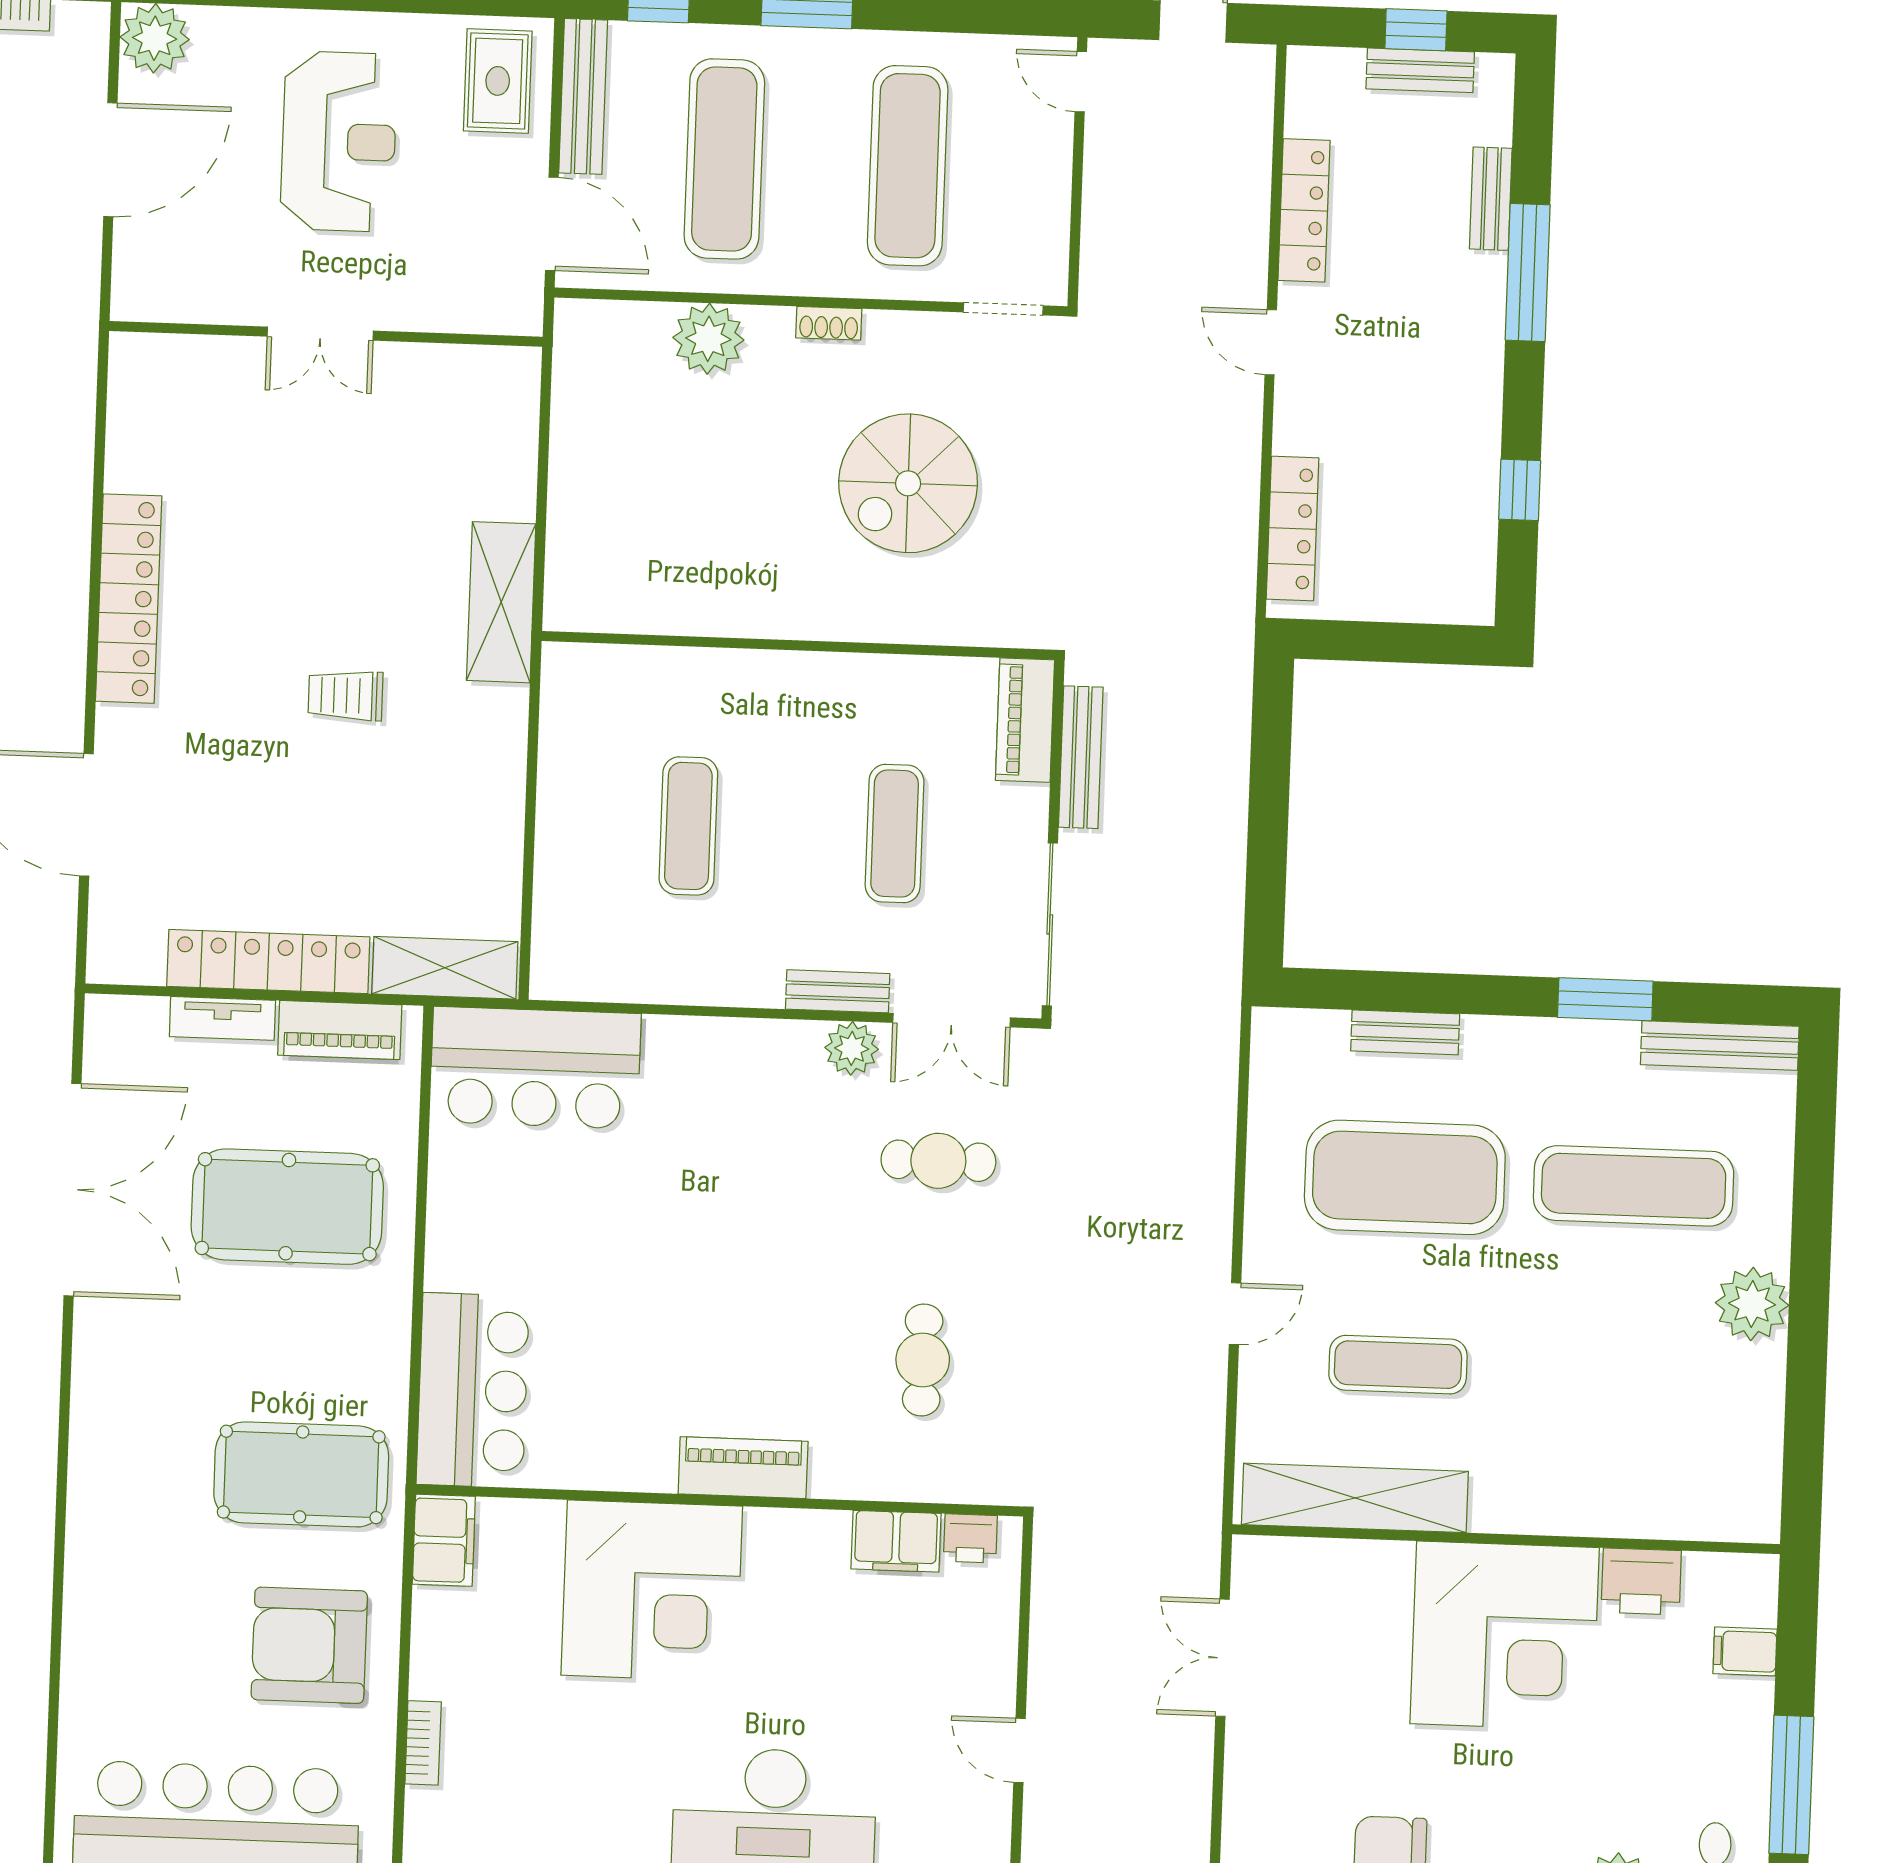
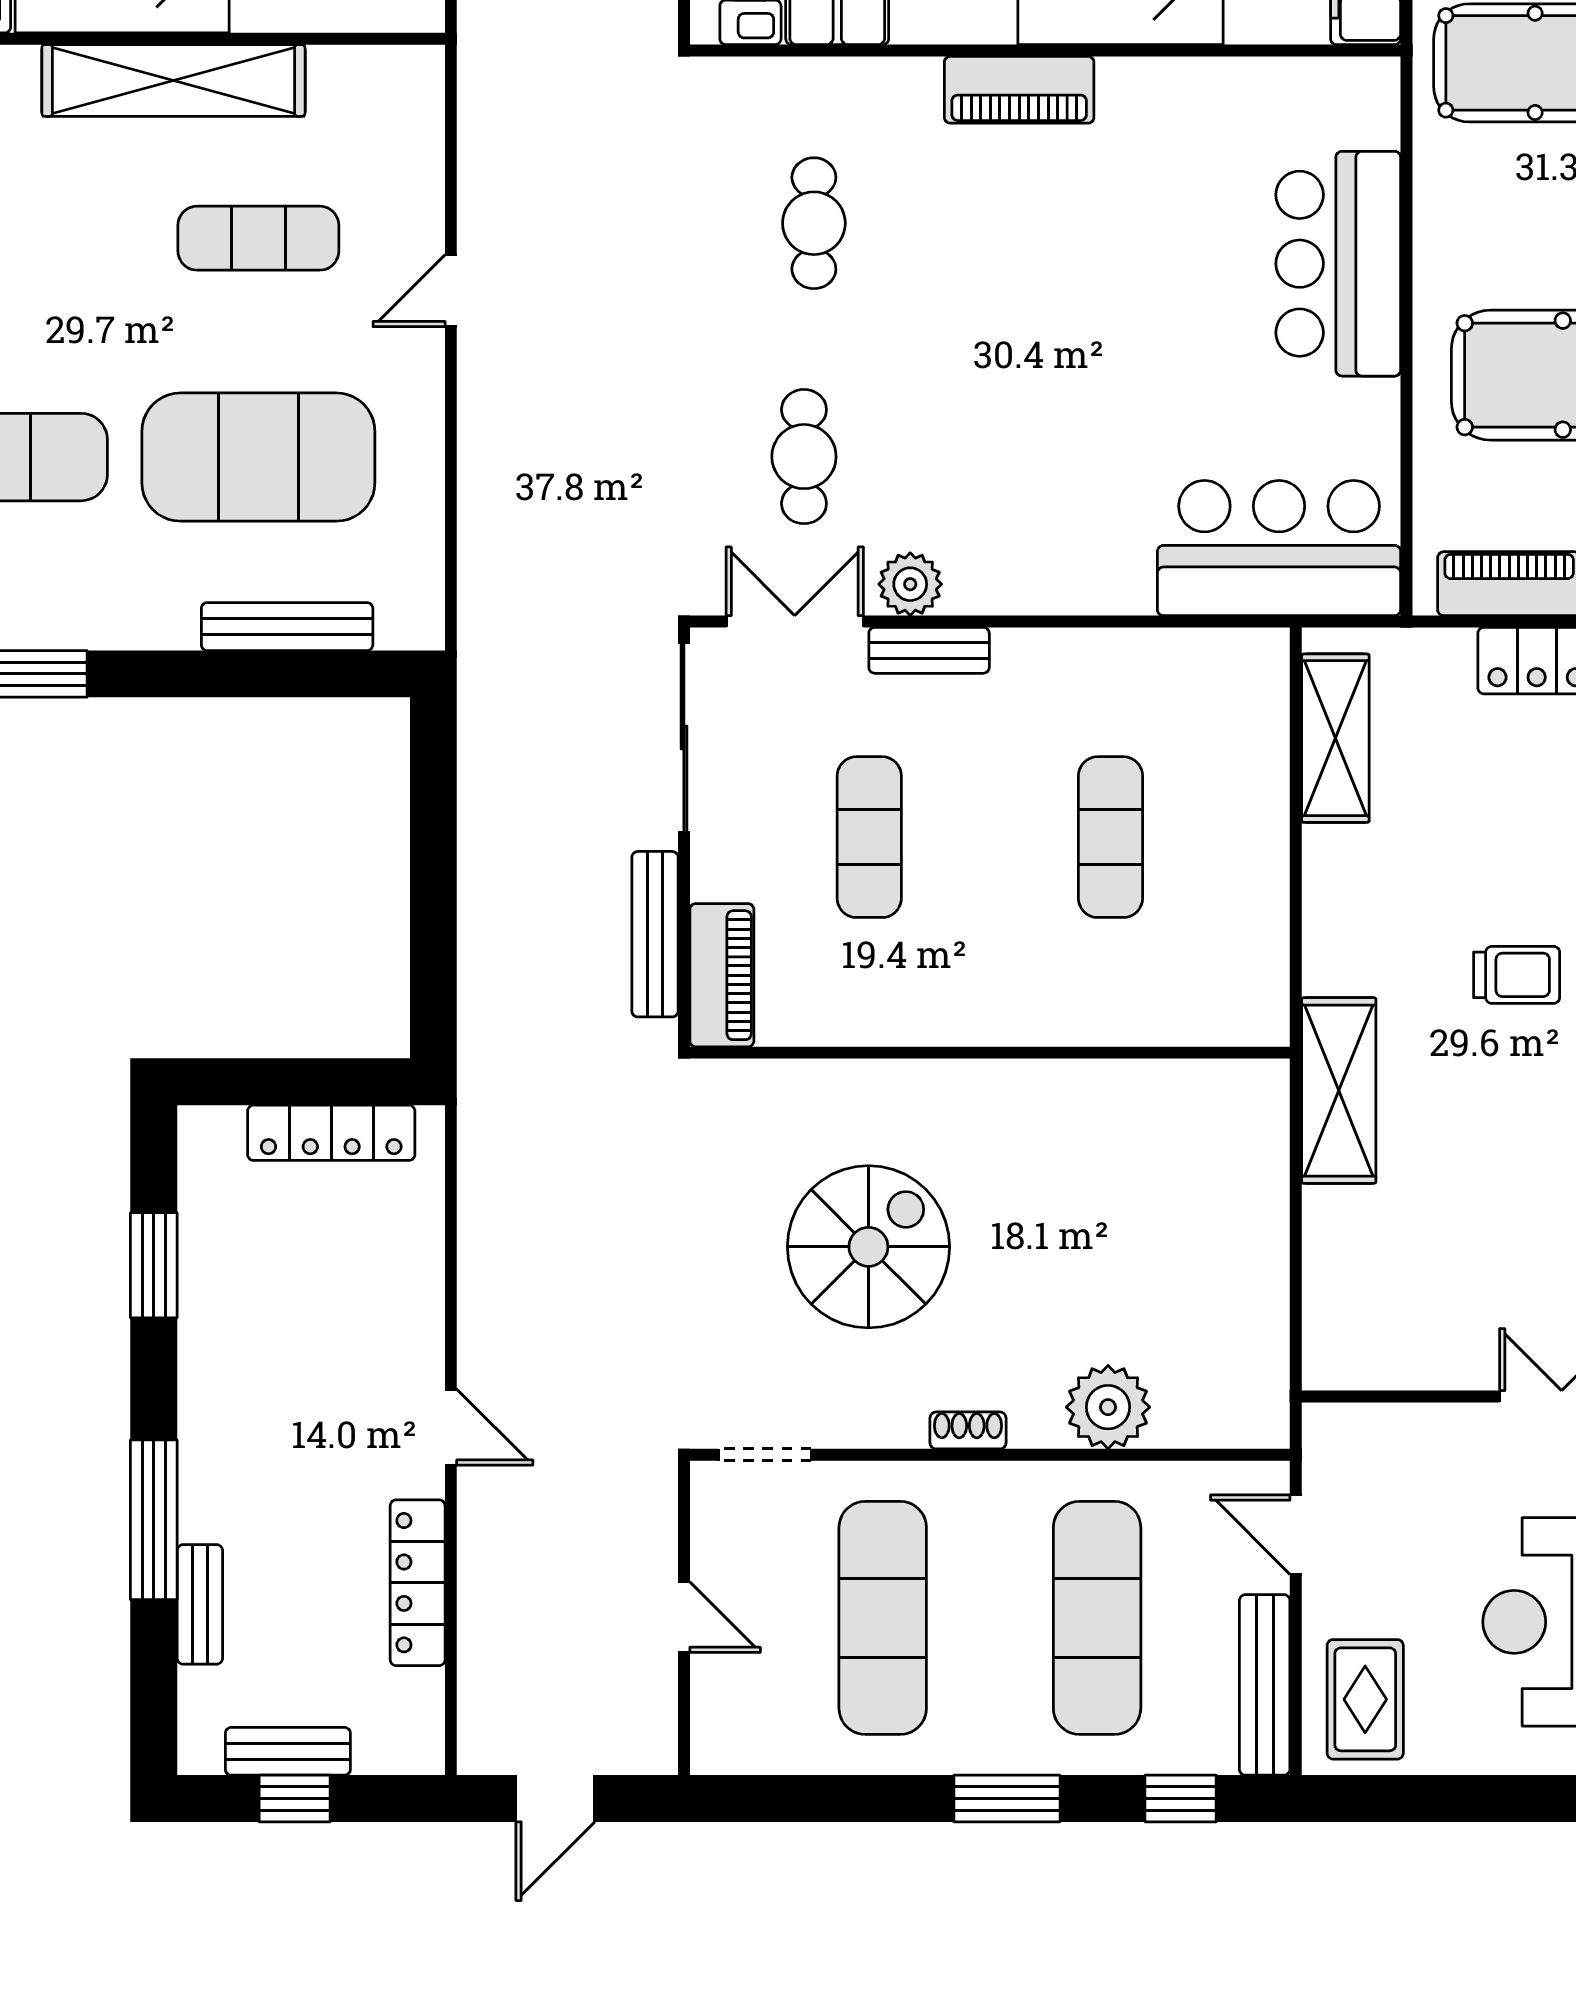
door: (1081, 82) -> (684, 1617), moved
door: (552, 224) -> (1296, 1535), width x0.73
window: (1520, 490) -> (154, 1265), width x1.50
locker: (1293, 528) -> (331, 1133), moved, turned -90
shelving: (445, 968) -> (1335, 738), moved, turned 90
bench: (1405, 1032) -> (287, 627), width x1.36
cafe table: (938, 1161) -> (804, 457), turned 90
bar counter: (473, 1390) -> (1338, 264), moved
shelving: (1355, 1498) -> (173, 81), moved

